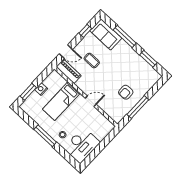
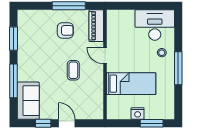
door: (66, 52) -> (67, 123), moved
coffee table: (92, 60) -> (73, 70), moved
piano: (69, 71) -> (96, 26), moved

